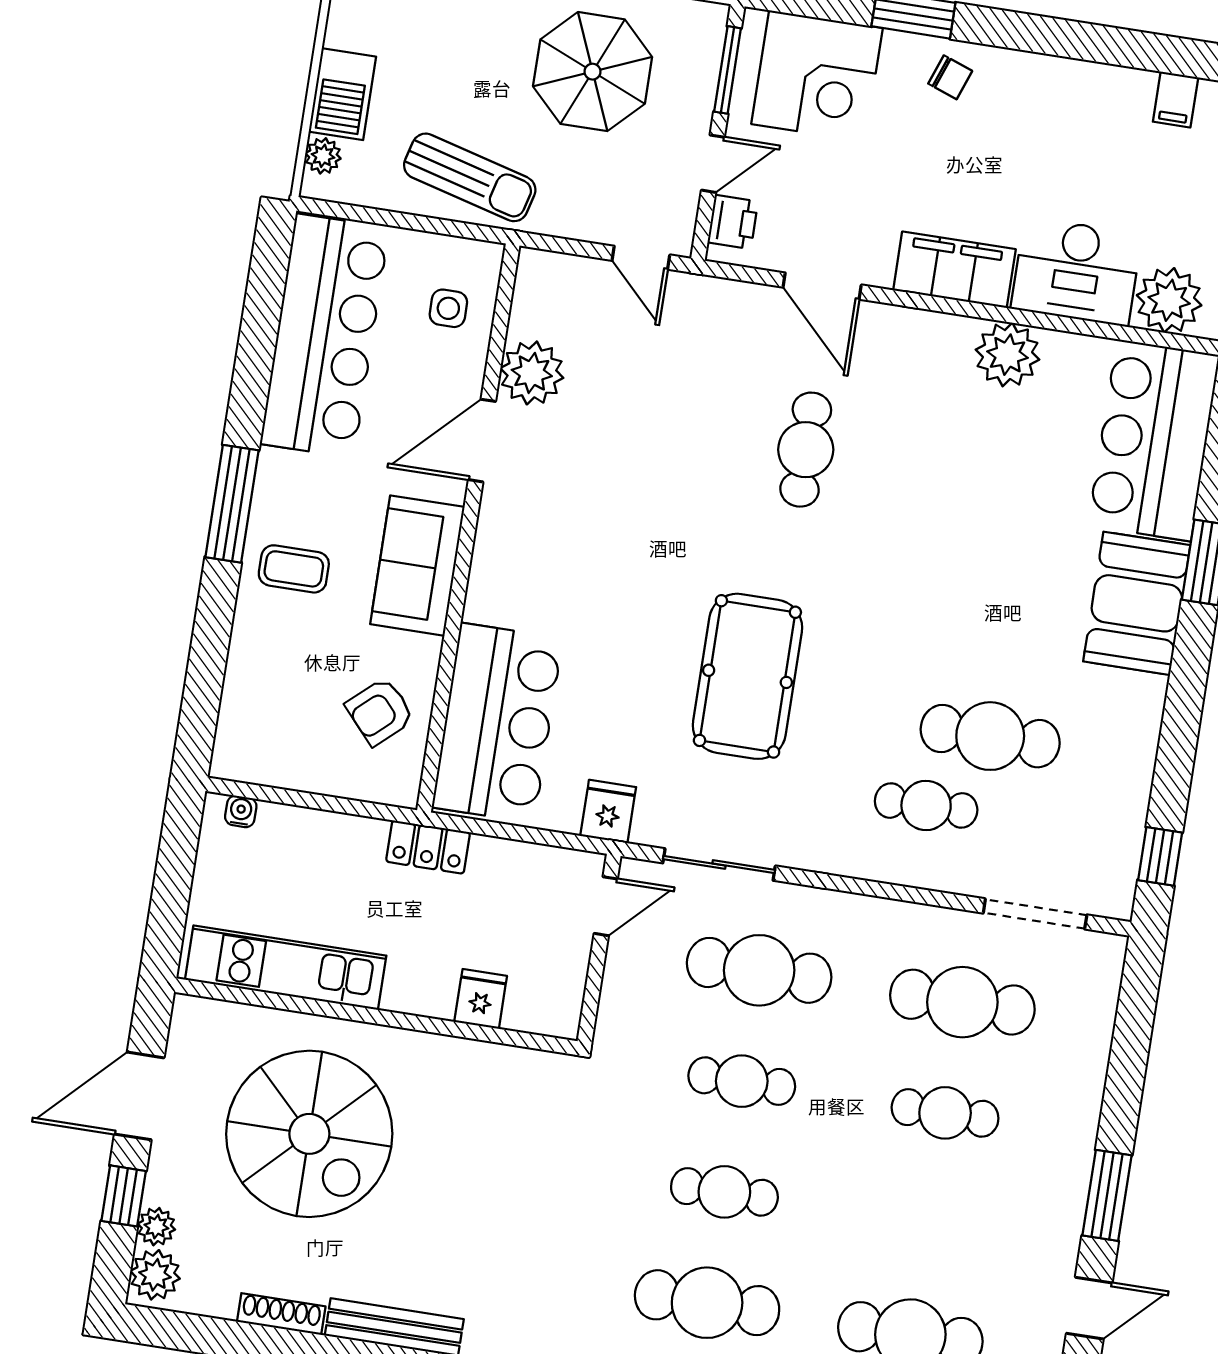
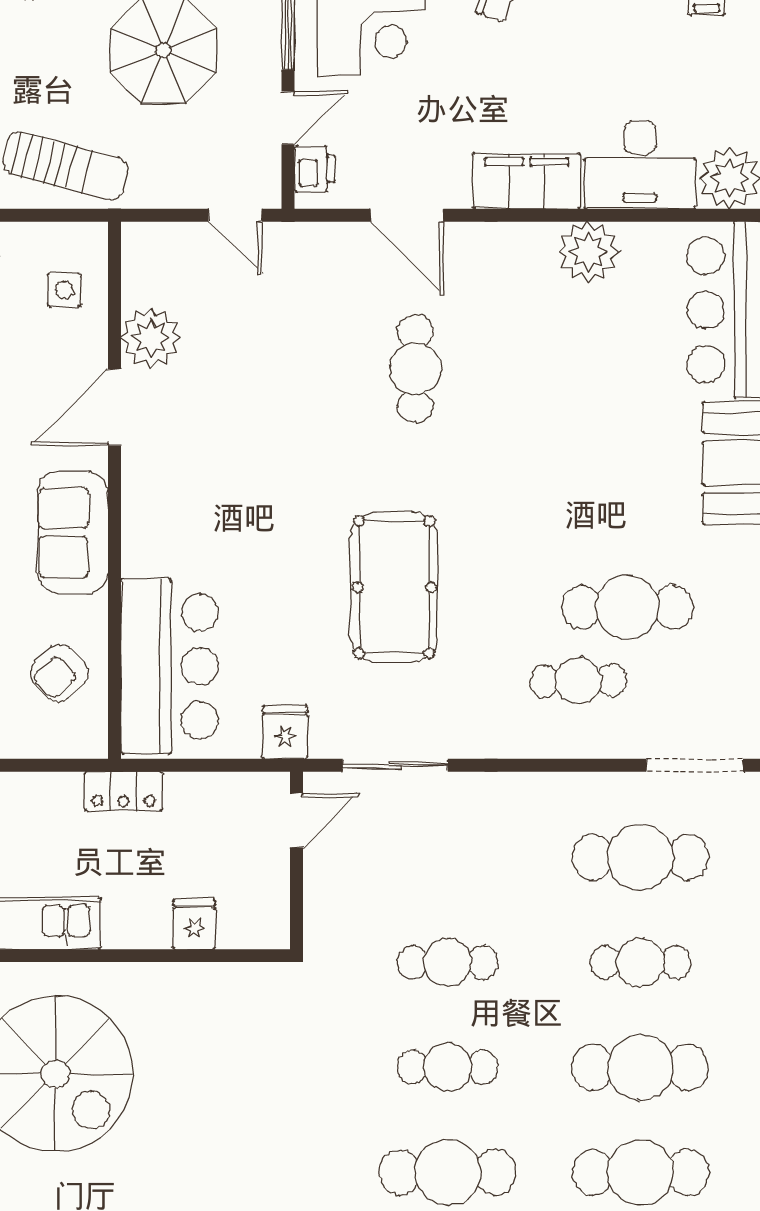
cafe table: (759, 970) -> (640, 1067), moved

